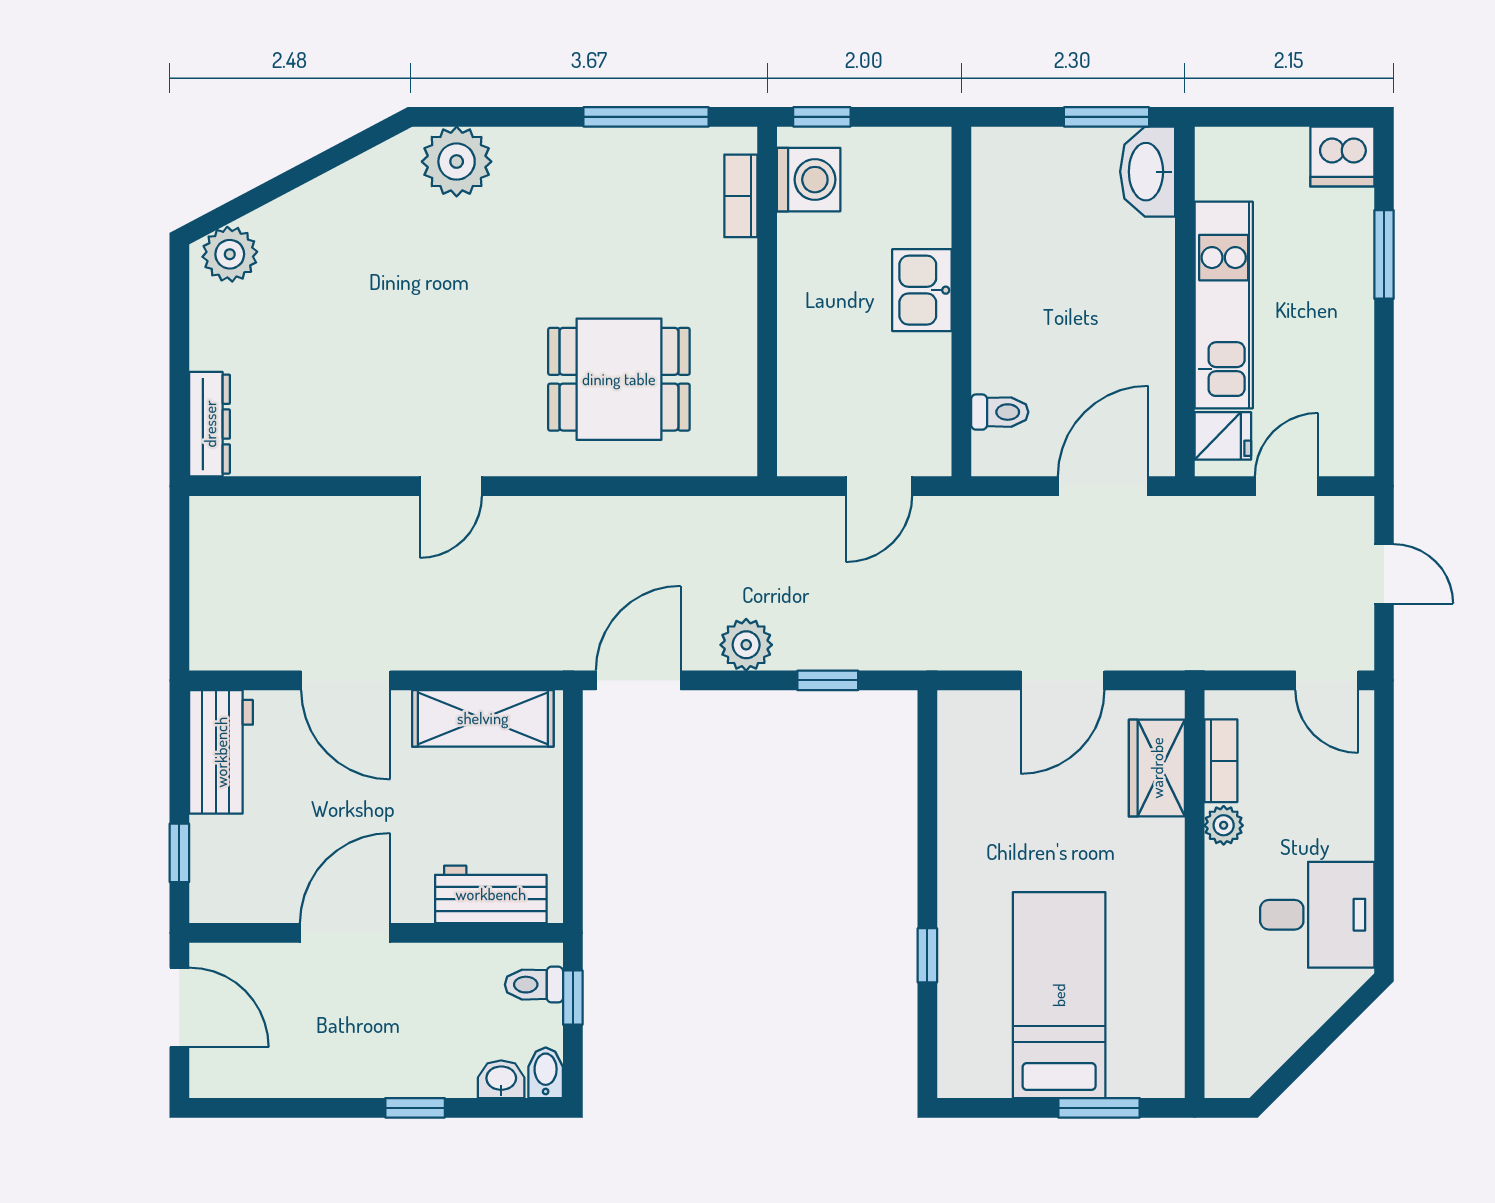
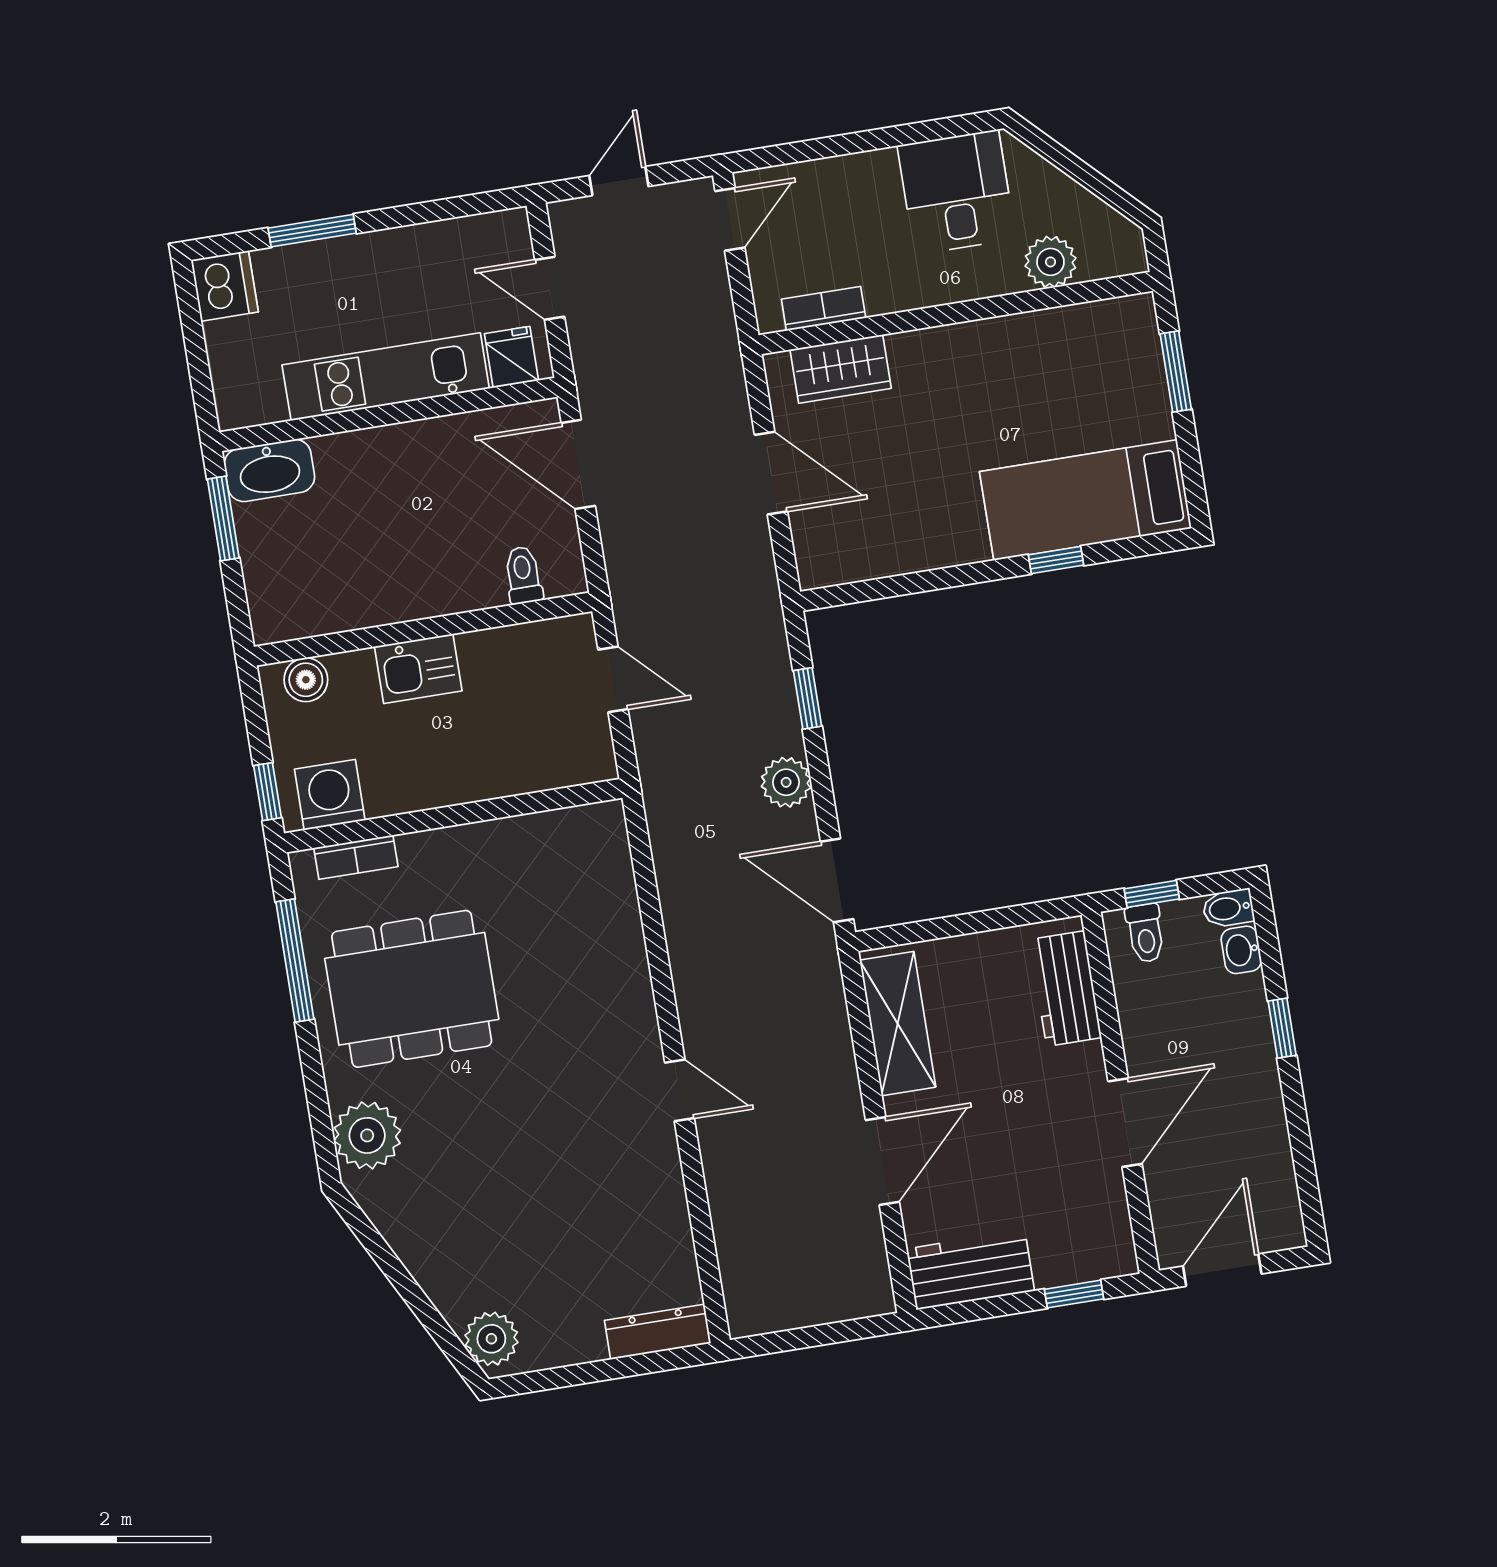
boiler: (929, 174) -> (306, 680), added
dining table: (619, 379) -> (412, 989), moved, width x1.38
plant: (1224, 825) -> (1050, 262), moved, width x1.38, depth x1.38
door: (345, 933) -> (1125, 1123), swing flipped
bed: (1059, 995) -> (1086, 500), moved

